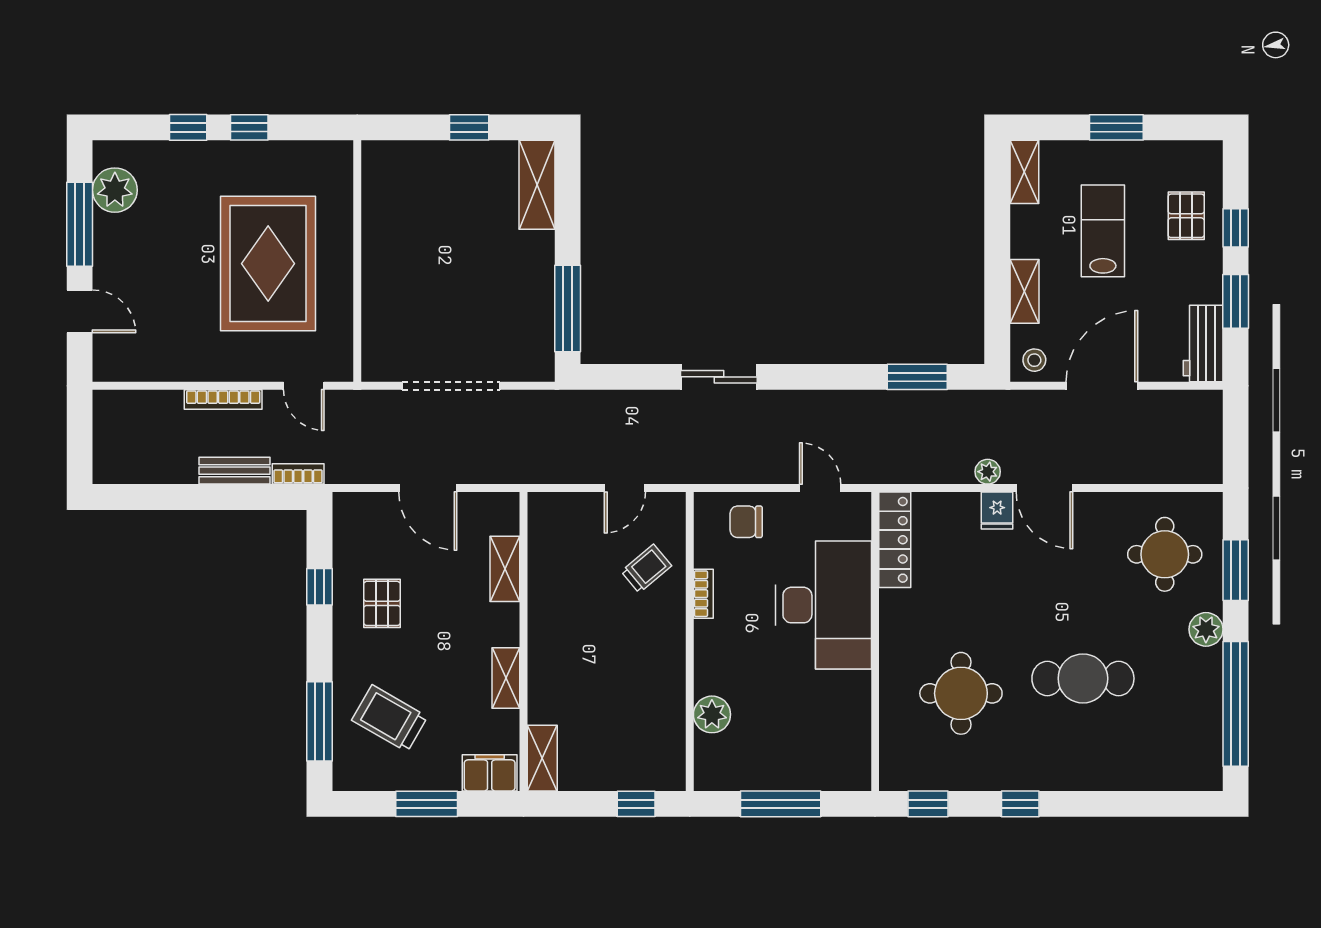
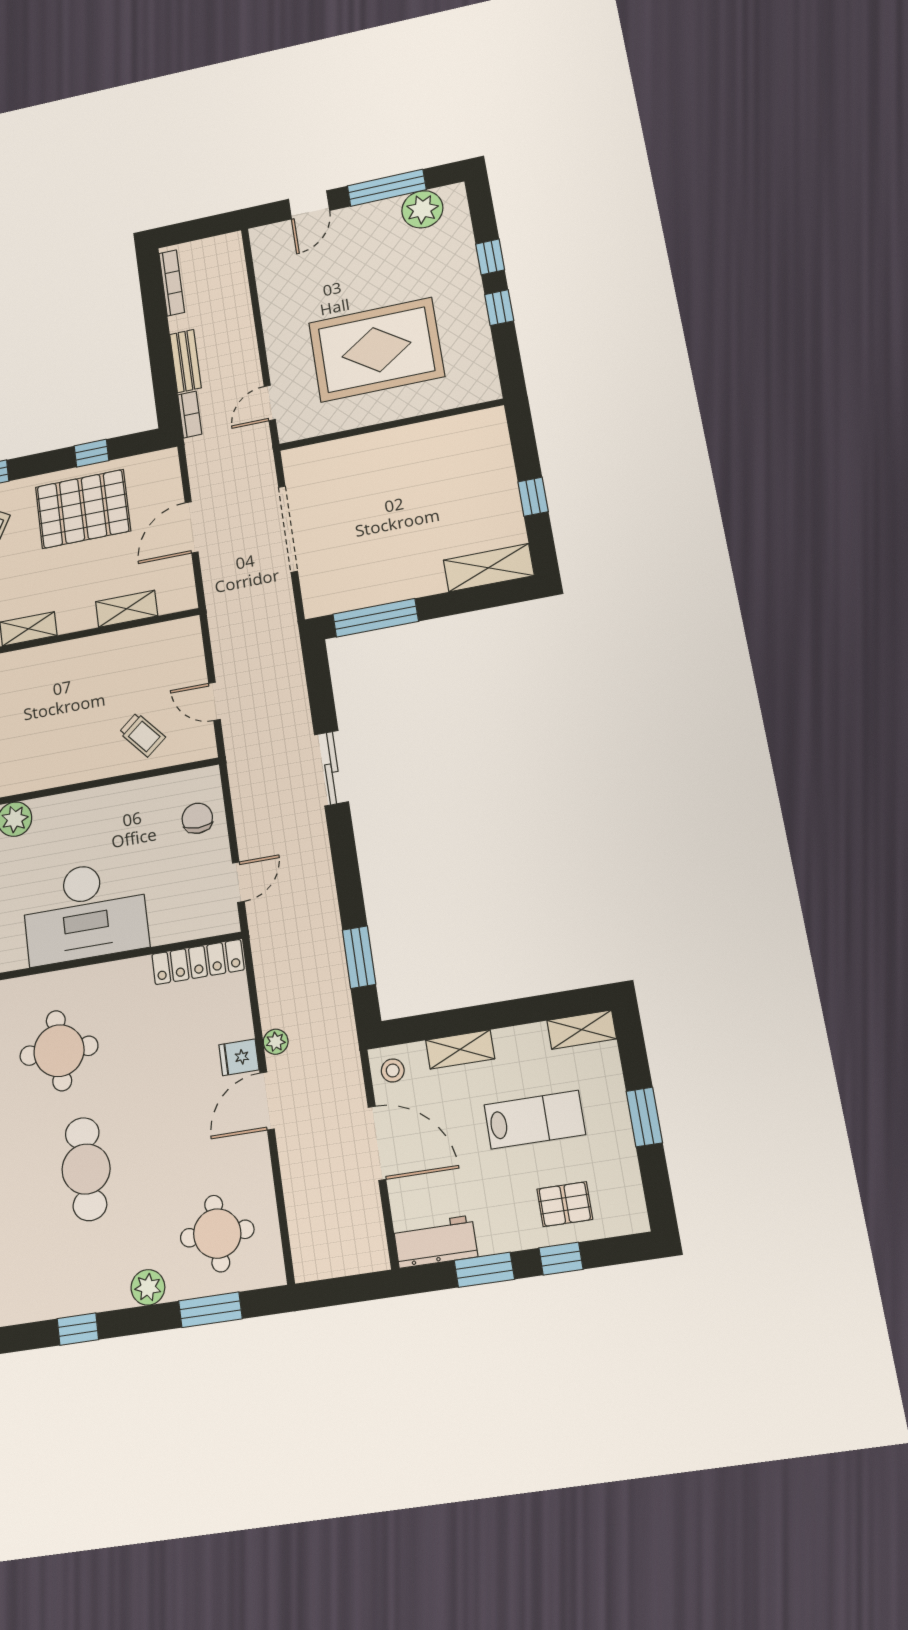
bookcase: (223, 399) -> (172, 283), moved, turned 180
bookcase: (703, 594) -> (125, 791), removed
pallet: (382, 603) -> (83, 509), width x2.05, depth x2.00
desk: (823, 605) -> (85, 912), moved
window: (1236, 704) -> (78, 1329), width x0.32

